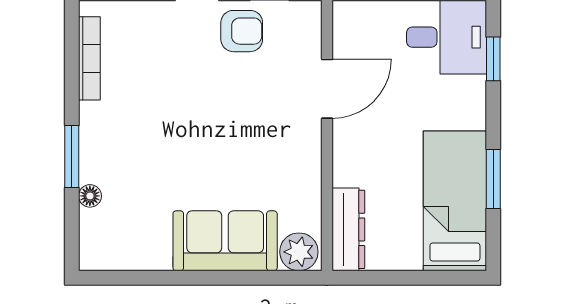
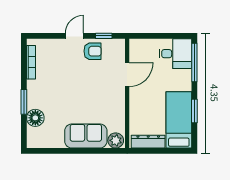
window: (493, 59) -> (194, 62), width x2.17
floor lamp: (90, 196) -> (35, 118), width x1.89, depth x1.89
dresser: (348, 229) -> (148, 142), moved, turned -90

